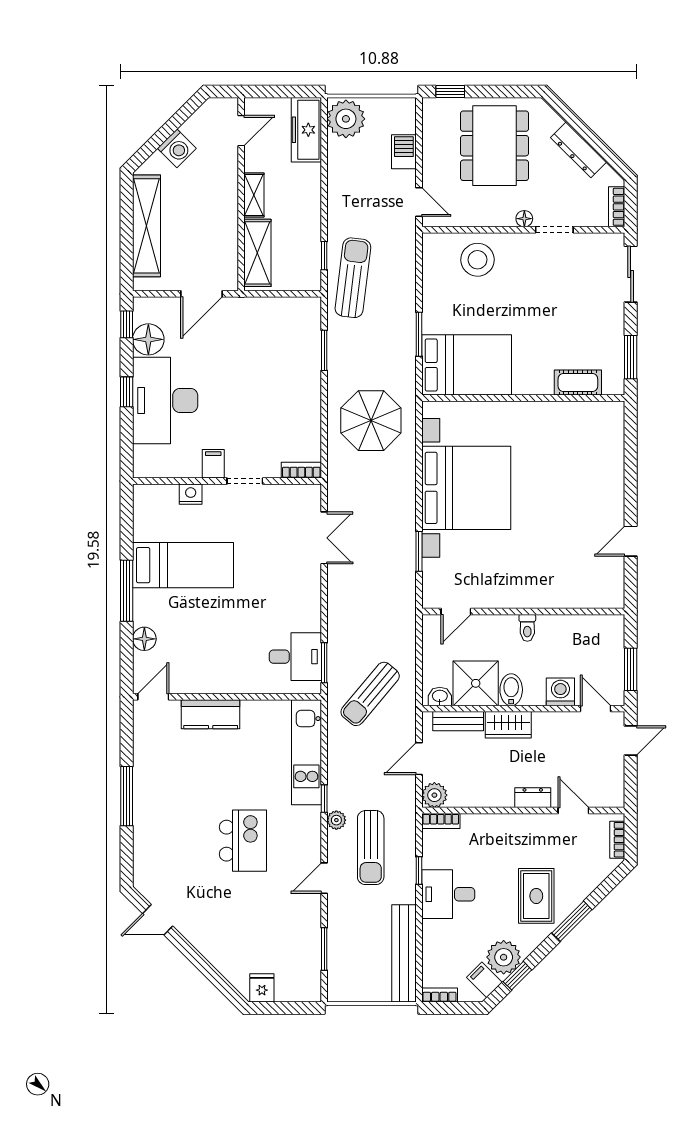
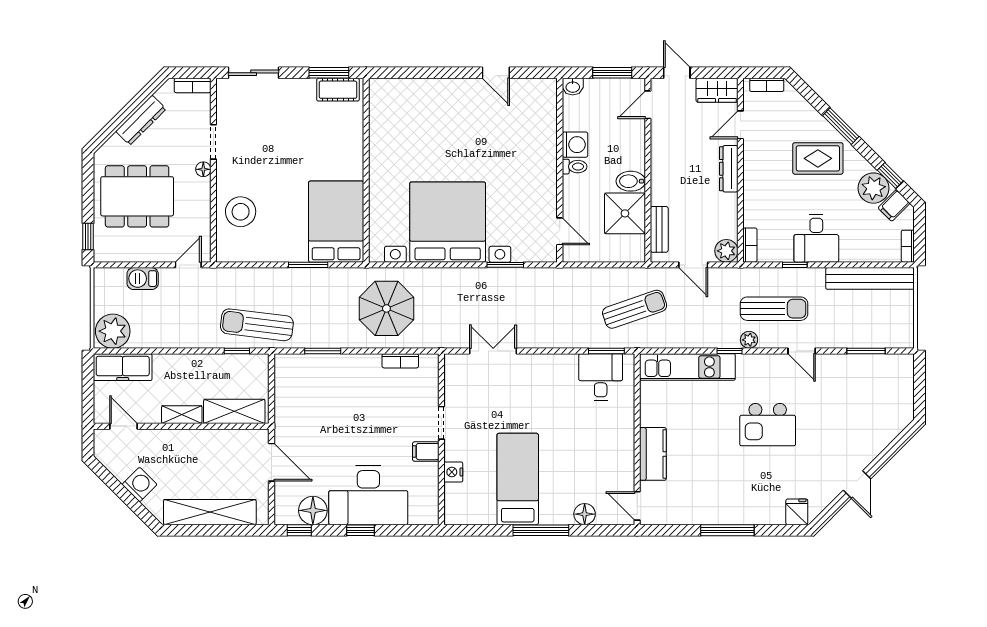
cot: (578, 383) -> (338, 90), moved, turned 90
bookcase: (301, 470) -> (400, 361), moved, turned -90
washing machine: (560, 692) -> (575, 145), moved, turned 180
sun lounger: (370, 694) -> (635, 309), turned -59
washbasin: (440, 697) -> (573, 87), moved, turned -90
wardrobe: (508, 725) -> (717, 90), moved, turned 90
dresser: (533, 798) -> (729, 169), width x1.44
kitchen island: (243, 841) -> (768, 425), turned 180
door: (158, 920) -> (857, 484), moved
fridge: (262, 988) -> (797, 512), moved, turned 90

